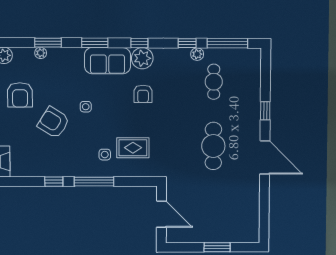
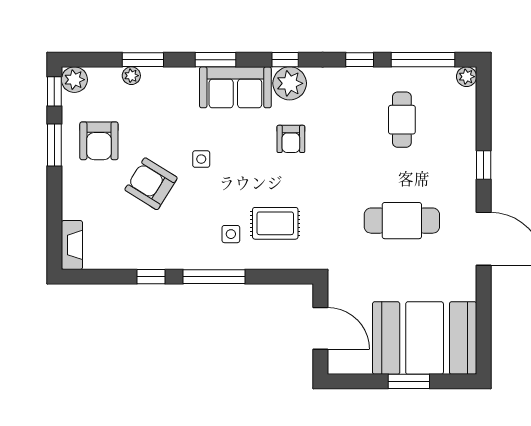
plant: (197, 54) -> (467, 77), moved
cafe table: (213, 146) -> (402, 221), turned 90
booth: (227, 220) -> (425, 338), added

